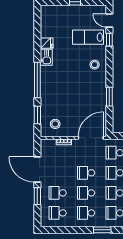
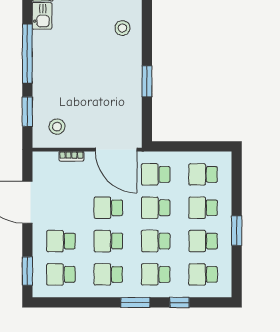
door: (91, 138) -> (116, 150), swing flipped
window: (37, 196) -> (27, 271), moved

